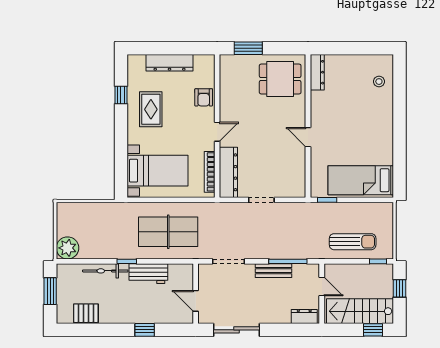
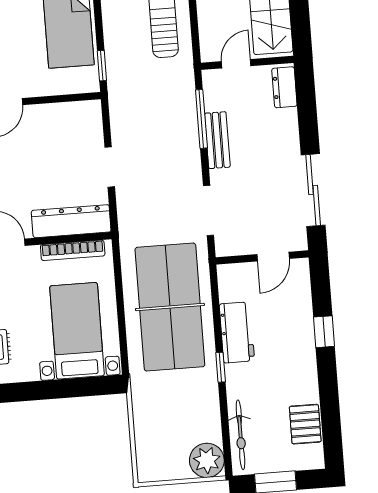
table tennis table: (168, 232) -> (170, 307), width x1.36, depth x1.32
bicycle: (105, 271) -> (240, 435), moved

